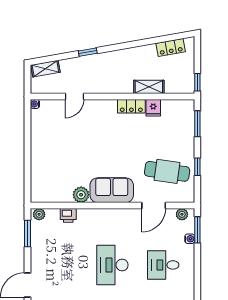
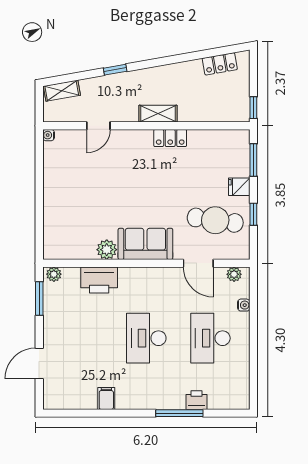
shelving: (149, 87) -> (158, 114), moved
fridge: (153, 108) -> (239, 187), moved, turned 90
door: (154, 206) -> (198, 263), hinge flipped
printer: (68, 215) -> (99, 280), width x1.87, depth x1.48
window: (197, 230) -> (253, 294), removed
desk: (163, 265) -> (210, 338), width x1.37

